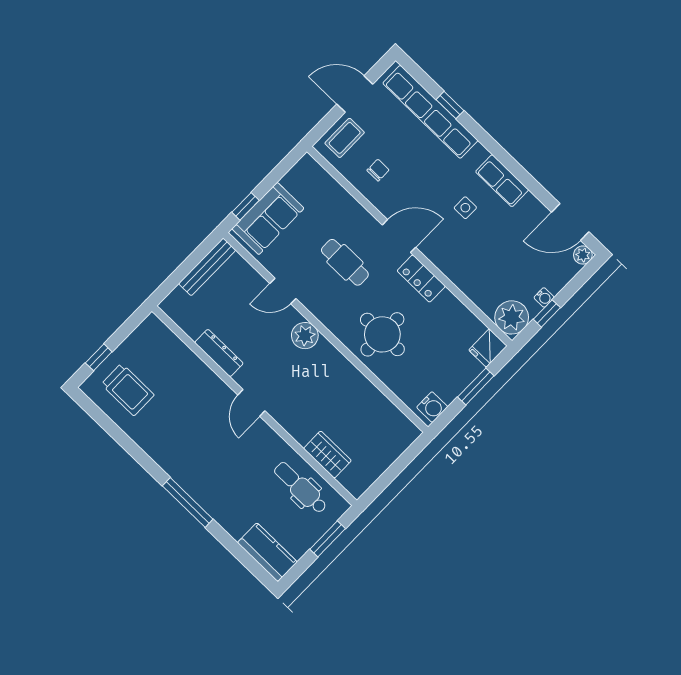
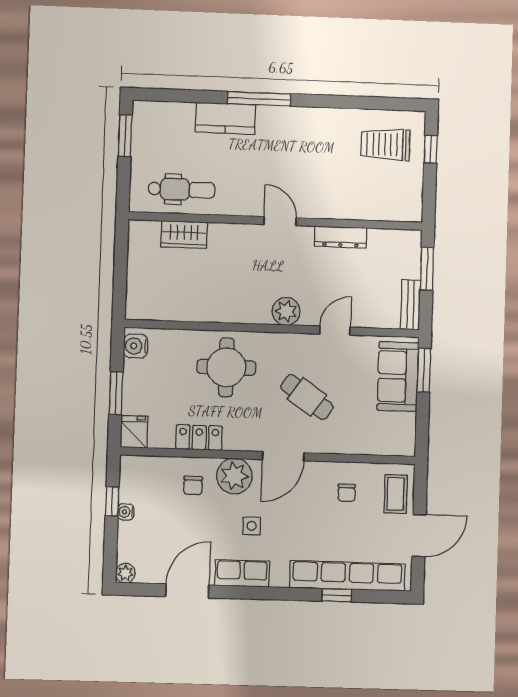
window: (246, 206) -> (424, 370), width x1.50
door: (570, 222) -> (187, 591), moved
cafe table: (345, 262) -> (307, 397), turned 35
bench: (207, 267) -> (410, 305), width x0.73
chair: (481, 273) -> (193, 485), added
window: (178, 275) -> (427, 269), added
locker: (421, 278) -> (199, 438), moved
plant: (512, 317) -> (234, 476), moved
window: (328, 539) -> (125, 136), moved
kitchen counter: (267, 552) -> (226, 118), moved

